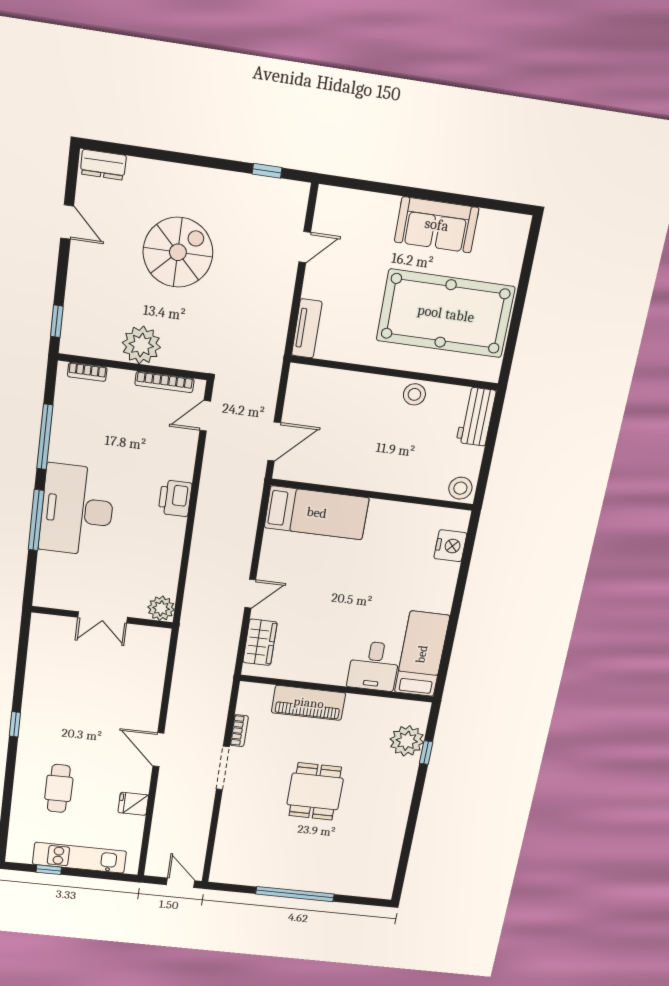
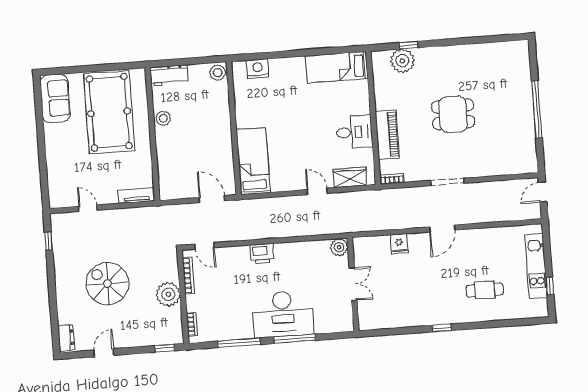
sofa: (437, 225) -> (55, 98), moved
desk: (374, 666) -> (354, 132), moved
bookcase: (239, 731) -> (392, 179), moved
fridge: (133, 804) -> (399, 244), moved

